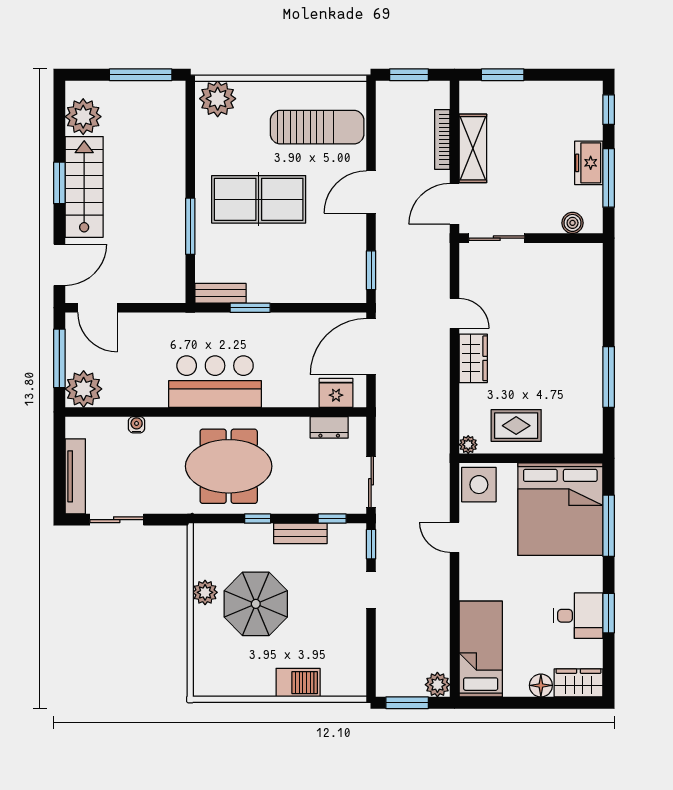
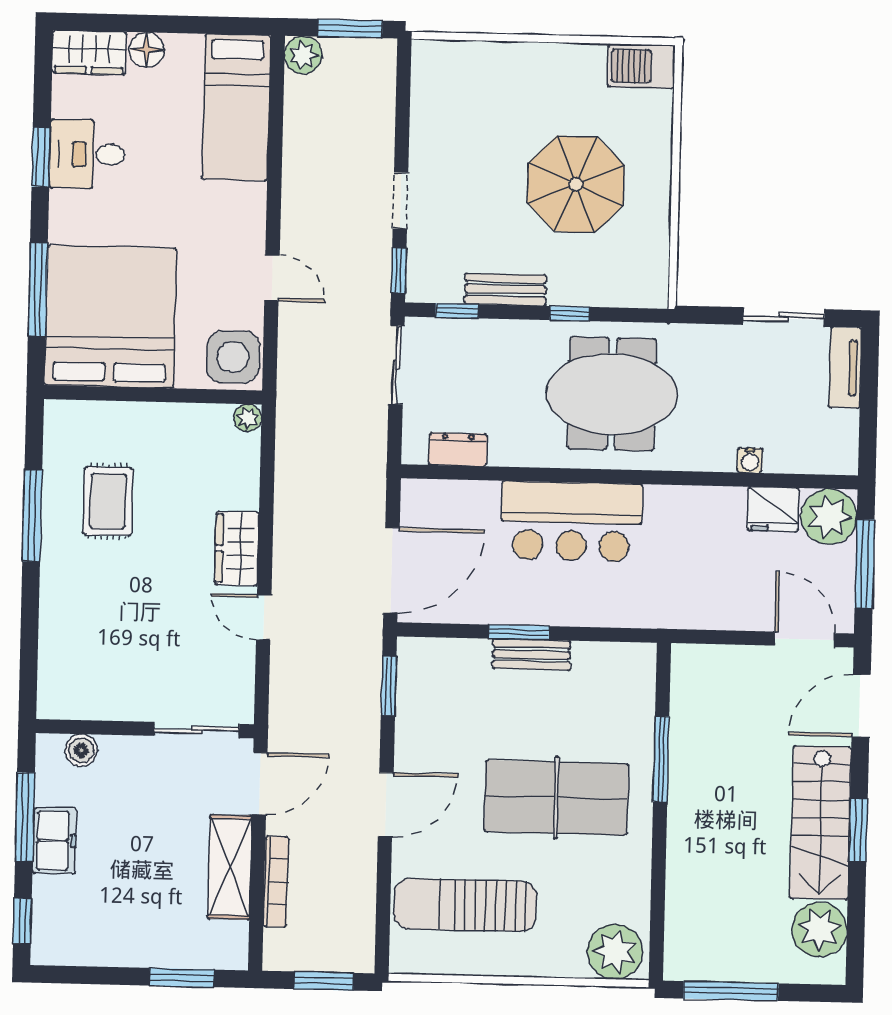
bench: (221, 293) -> (532, 654), moved
window: (250, 308) -> (519, 632), moved
bar counter: (215, 382) -> (571, 521), moved
fridge: (336, 393) -> (773, 509), moved
rug: (516, 426) -> (108, 501), moved, turned 90
tv unit: (75, 476) -> (845, 368), width x0.71
plant: (205, 592) -> (652, 203), removed
barbecue: (298, 683) -> (641, 66), moved

